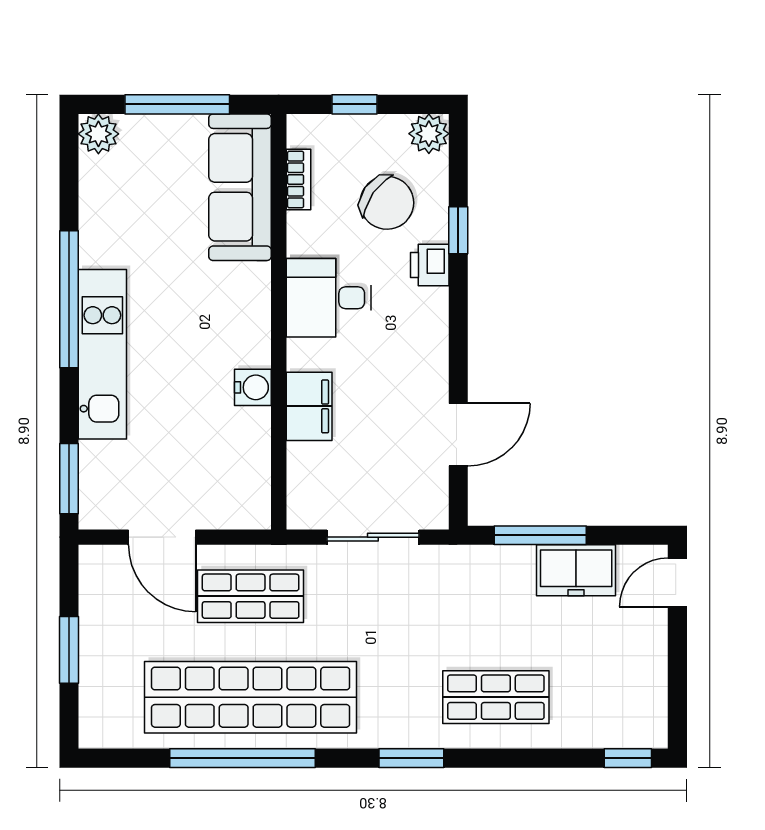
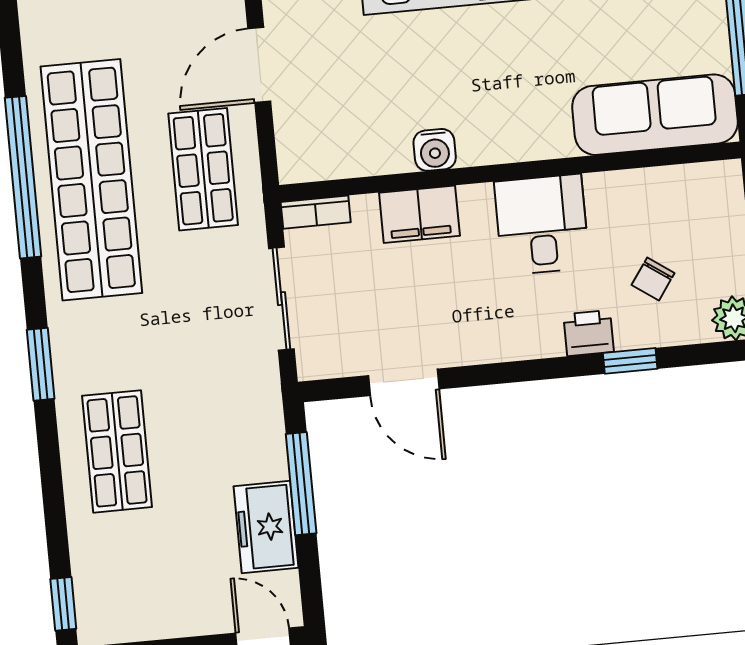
bookcase: (298, 179) -> (316, 212), moved
chair: (387, 203) -> (653, 279), width x0.54, depth x0.54

